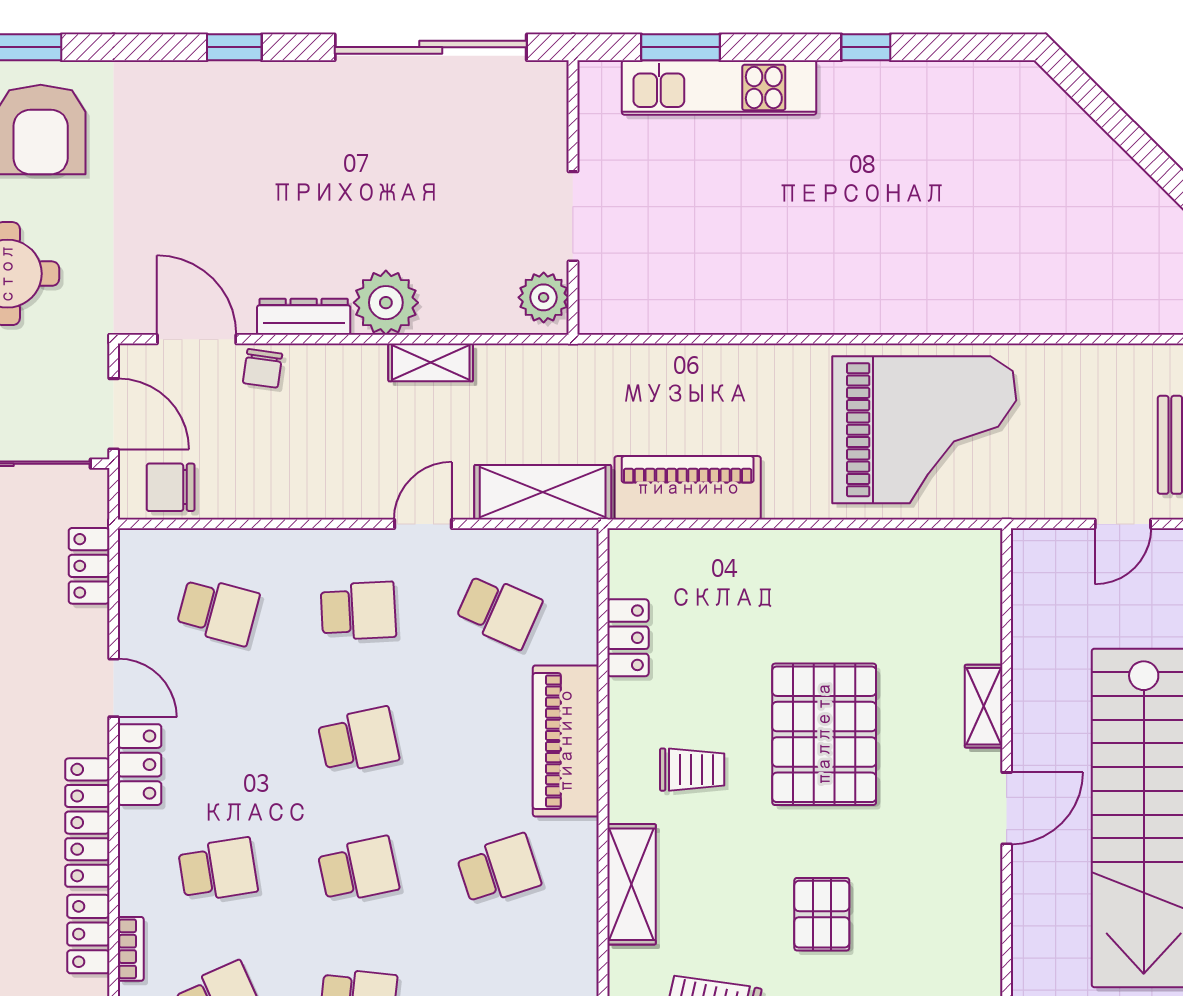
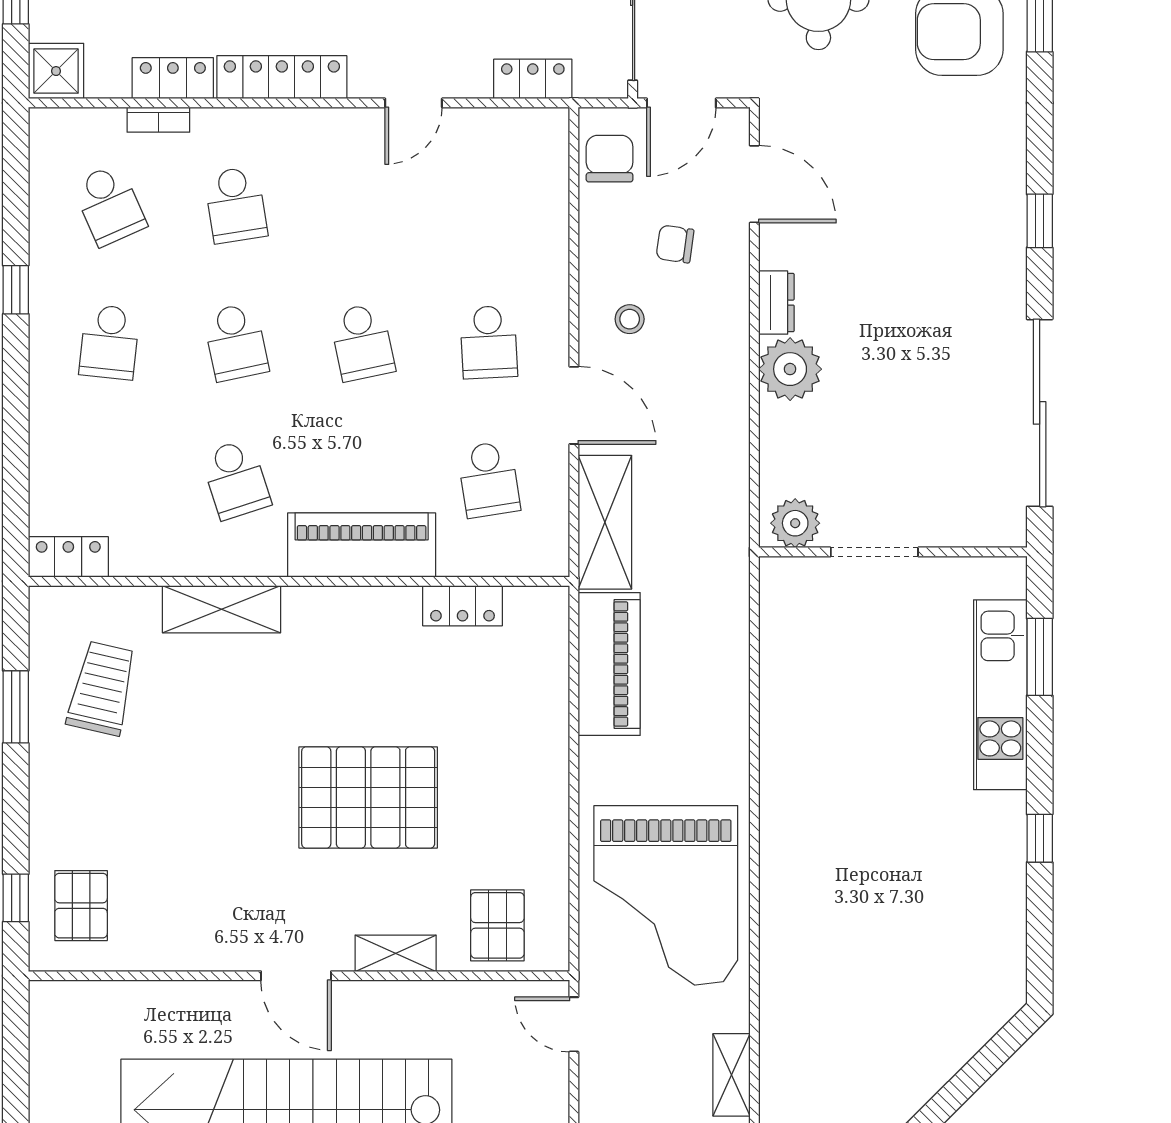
dresser: (304, 317) -> (776, 303), width x0.70
door: (197, 339) -> (754, 184), hinge flipped
shelving: (431, 362) -> (732, 1075), moved
chair: (263, 368) -> (675, 244), moved
stool: (335, 467) -> (630, 319), added
door: (423, 524) -> (574, 405), width x1.38
door: (1123, 524) -> (574, 1024), moved
school desk: (218, 611) -> (489, 205), removed
school desk: (499, 611) -> (489, 479), turned -33
locker: (140, 765) -> (339, 128), removed
trolley: (692, 770) -> (334, 668), removed
pallet: (822, 914) -> (497, 925), moved, turned 90

